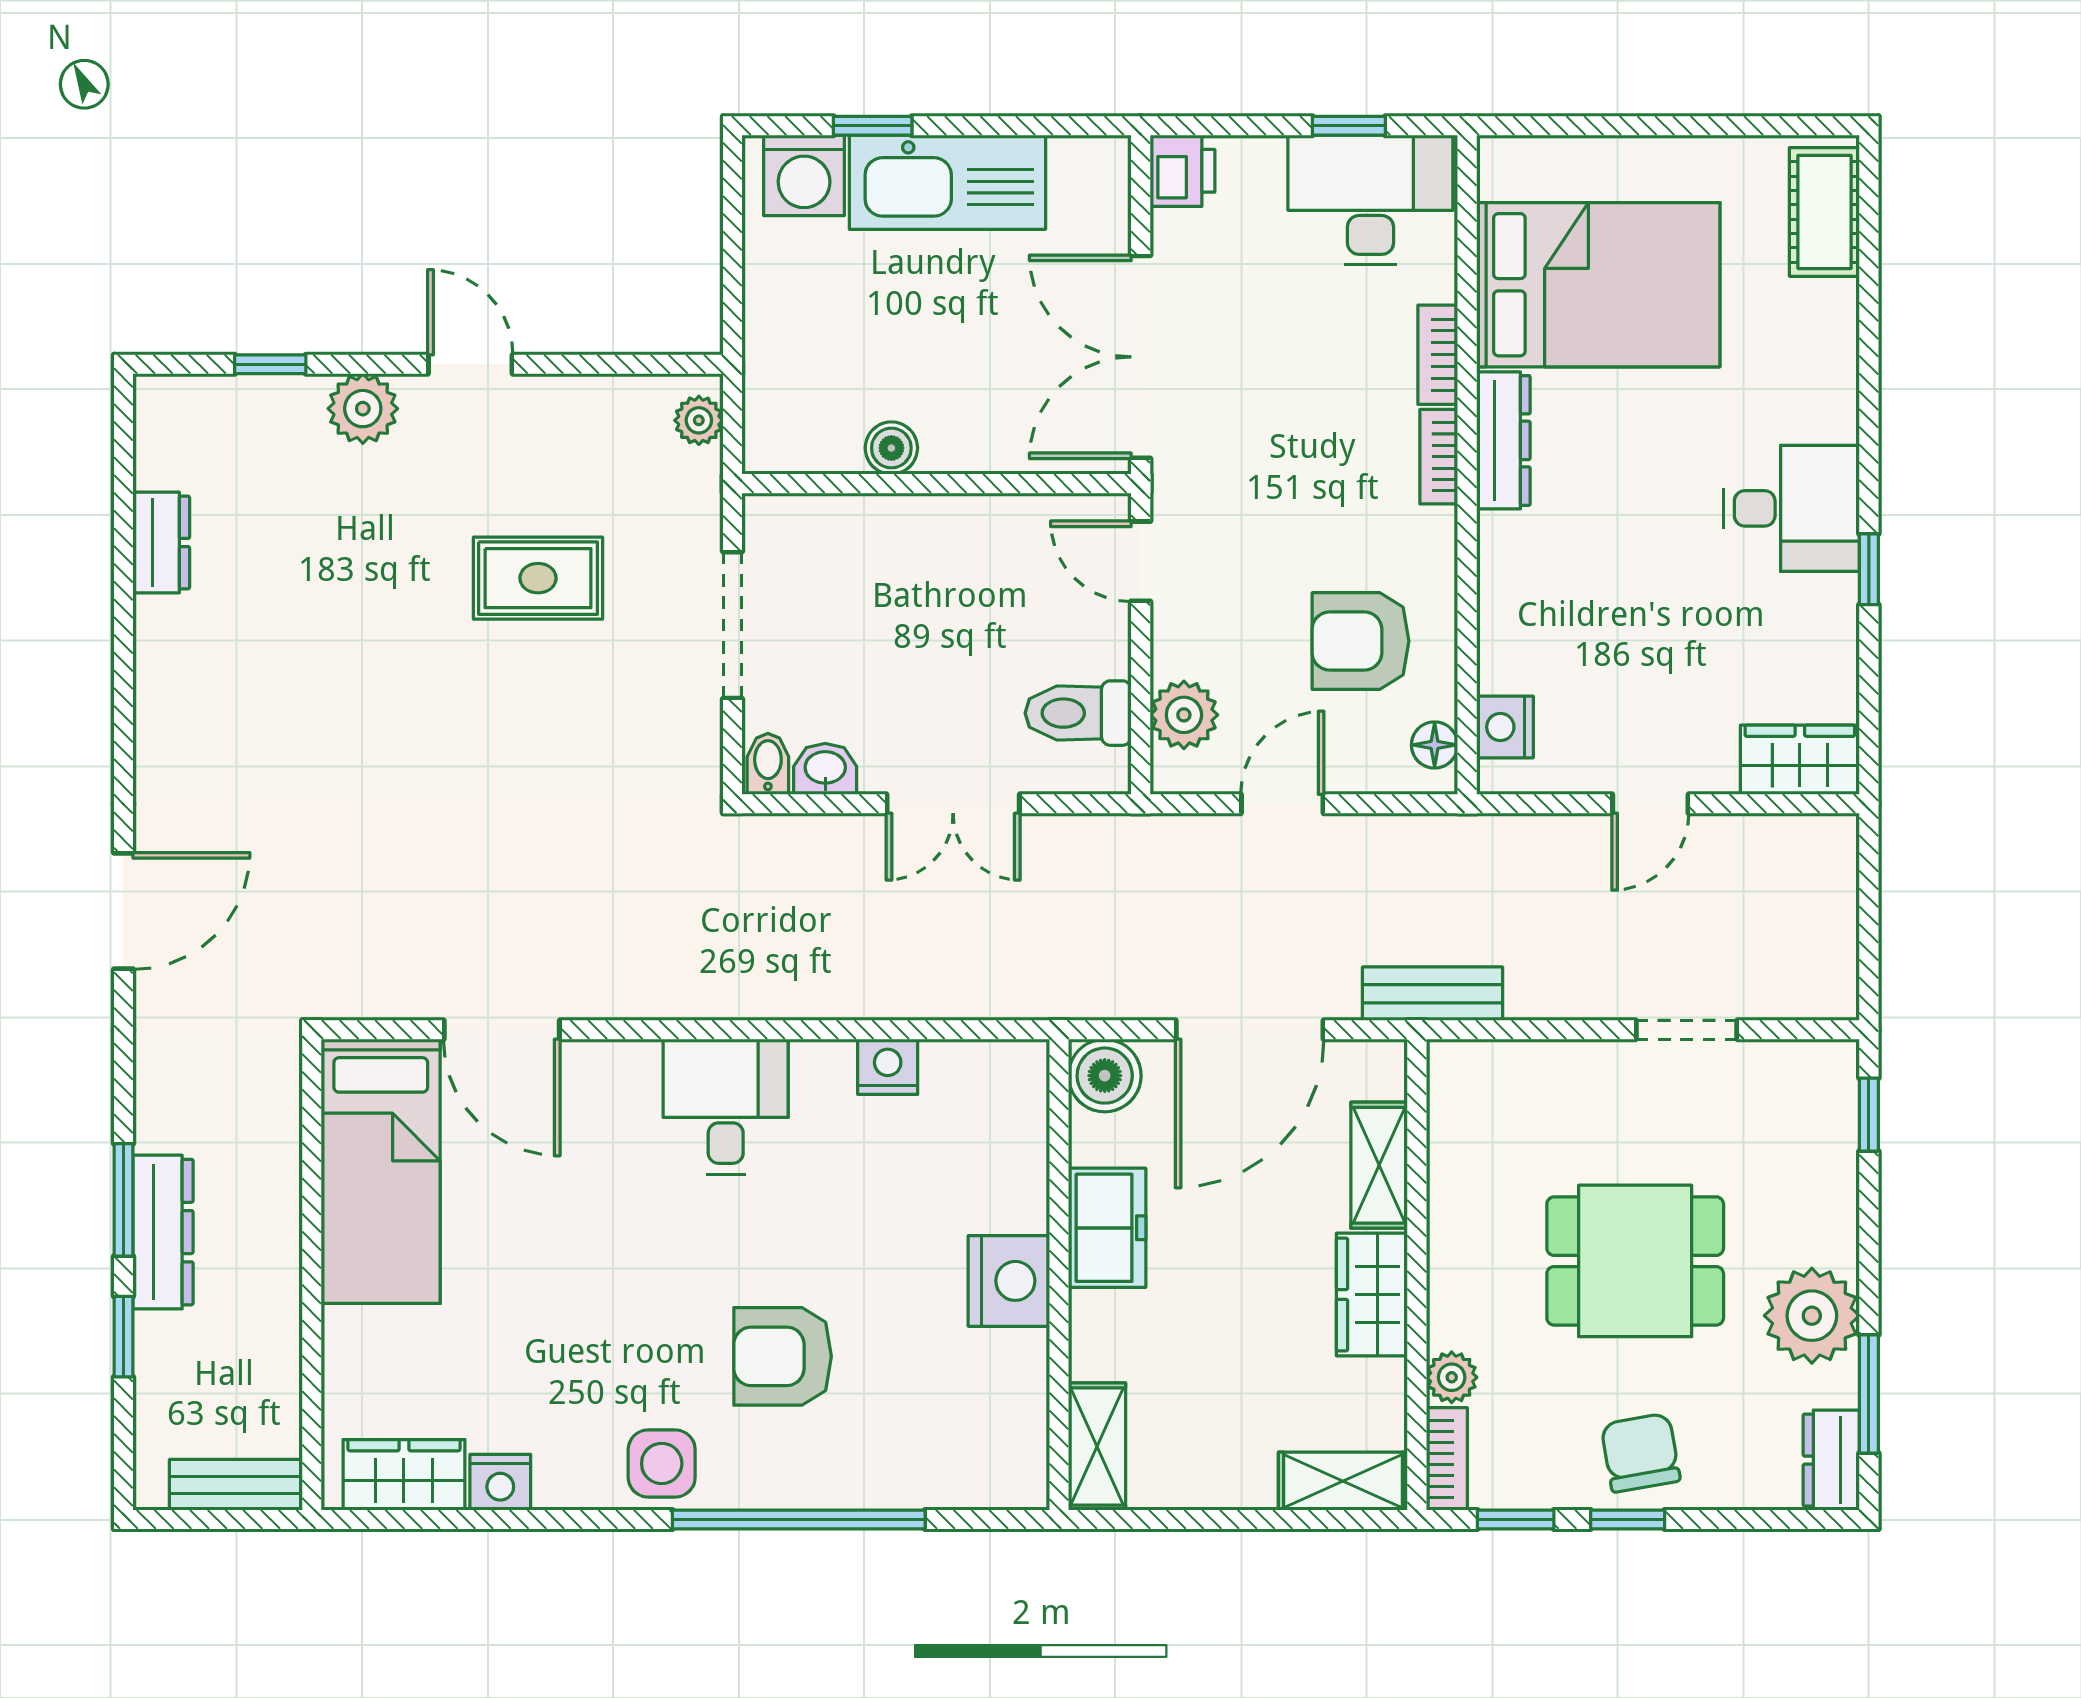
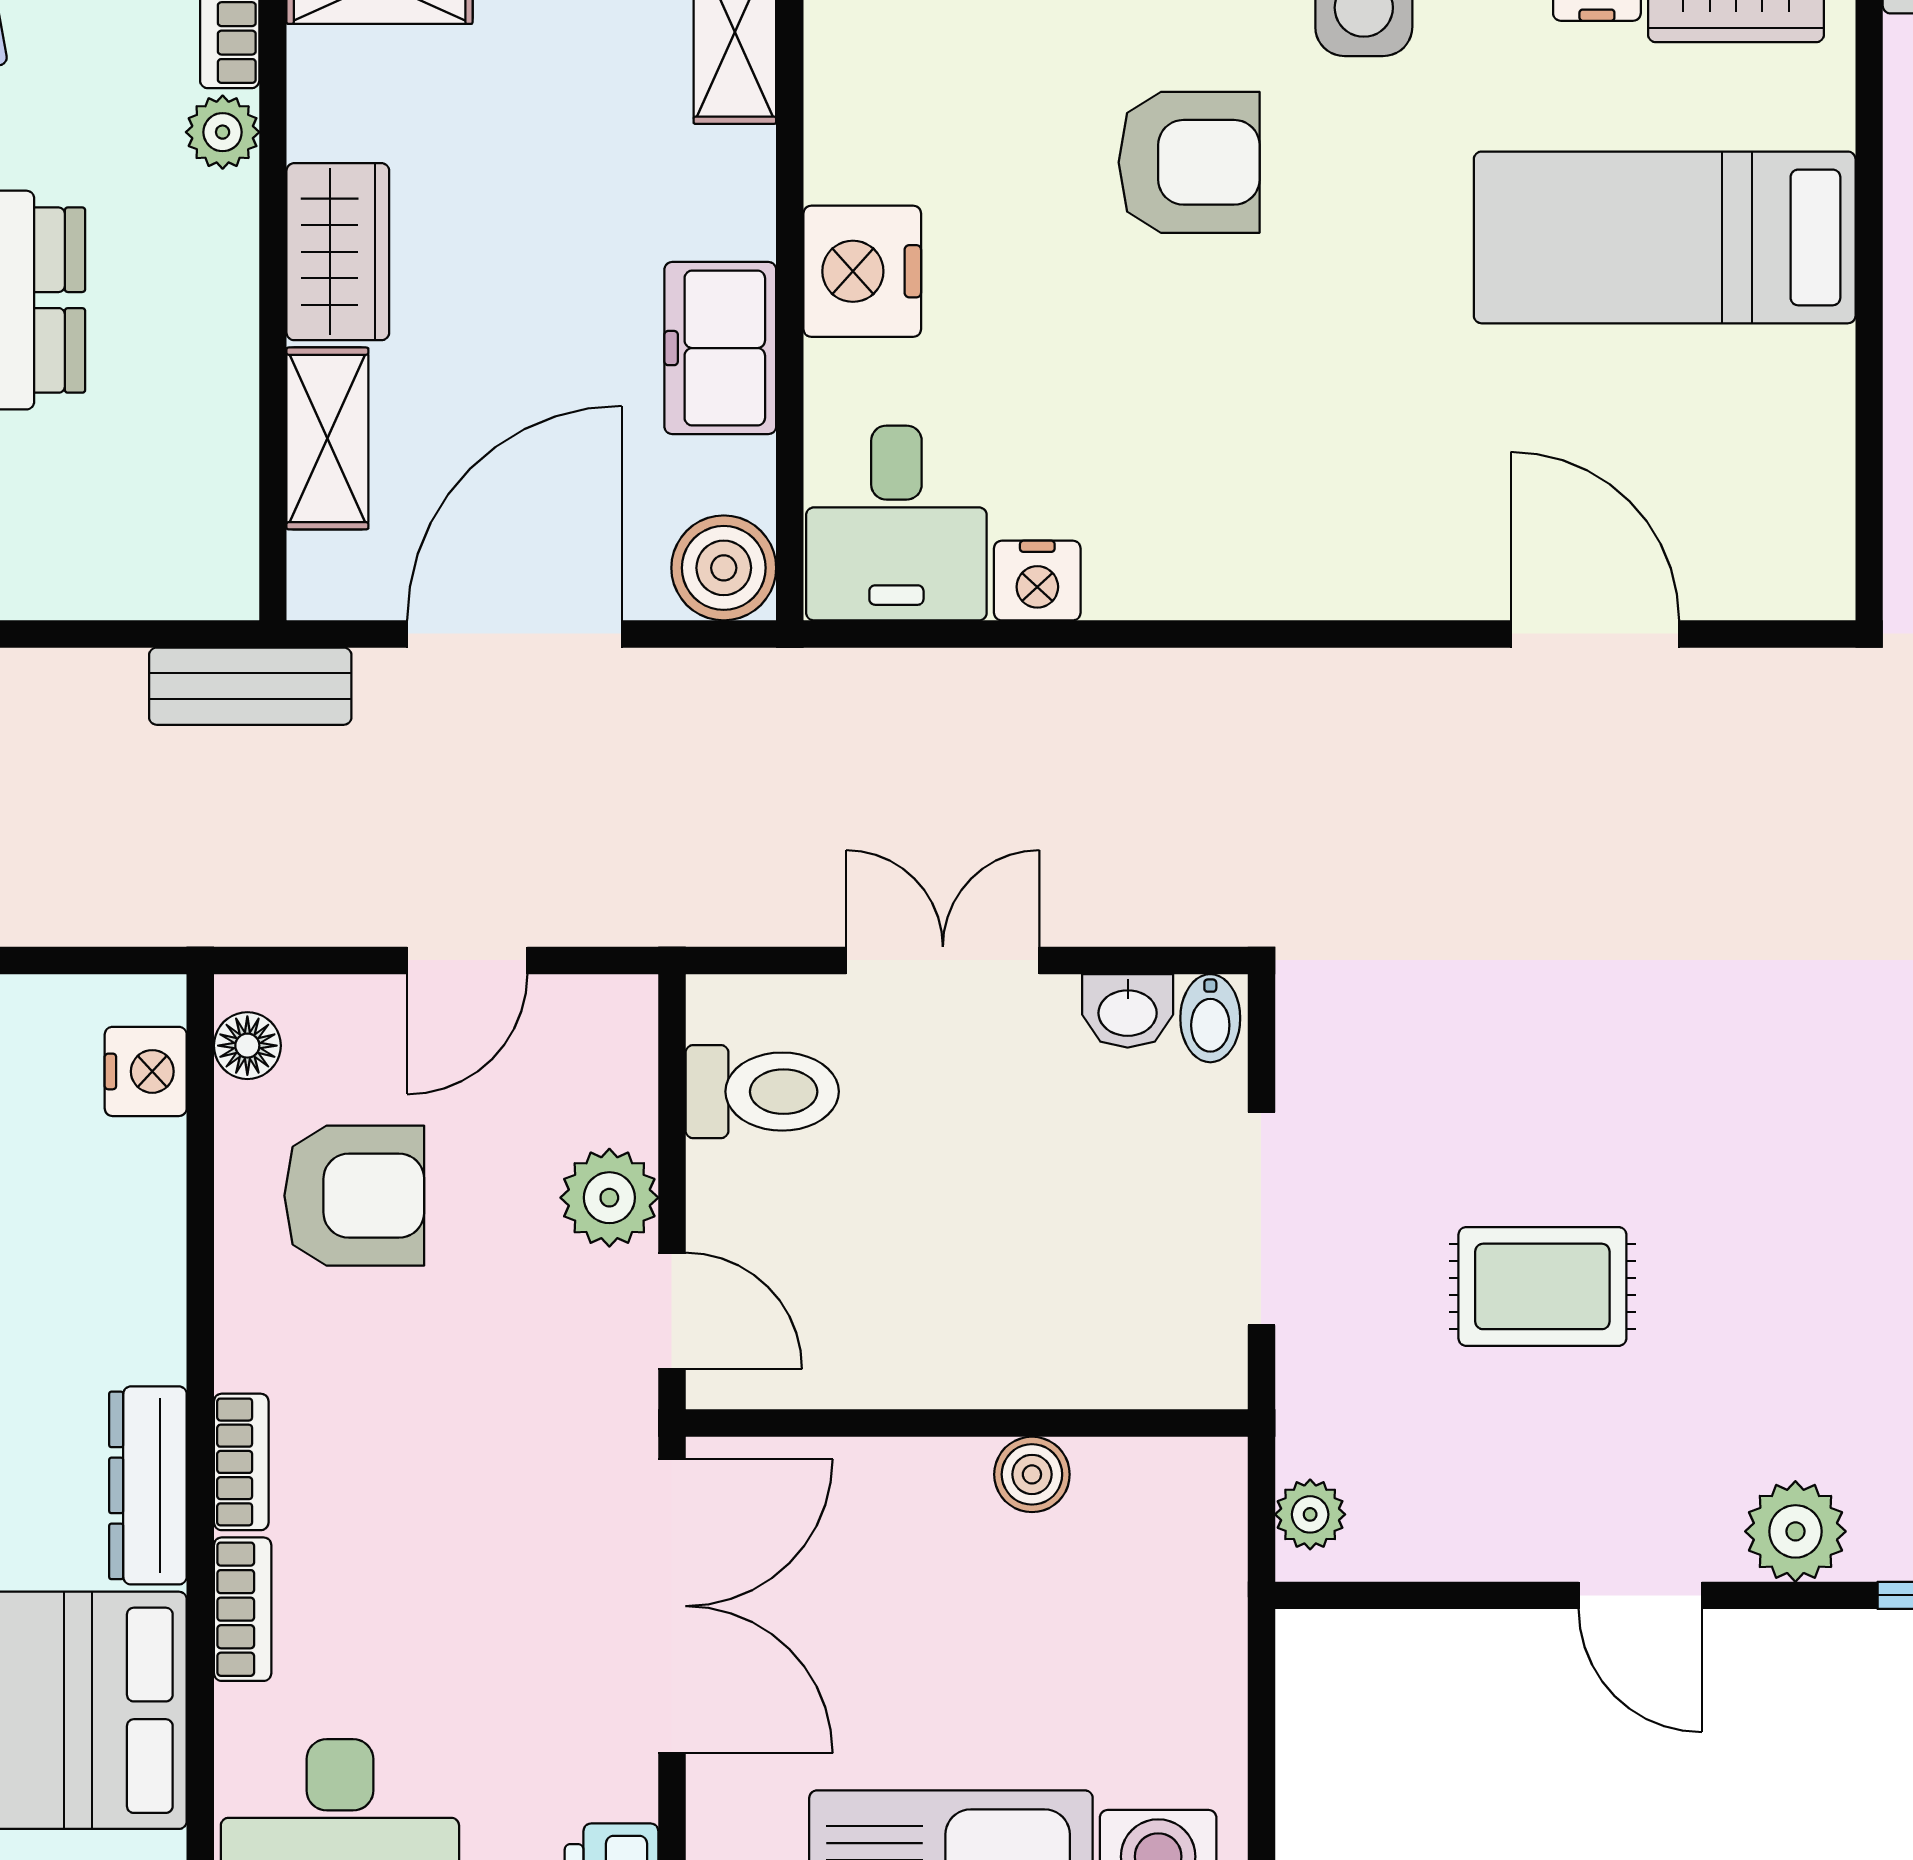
plant: (1184, 715) -> (609, 1198), moved
desk: (726, 1107) -> (896, 523), moved
bed: (381, 1171) -> (1665, 237), moved, turned -90

